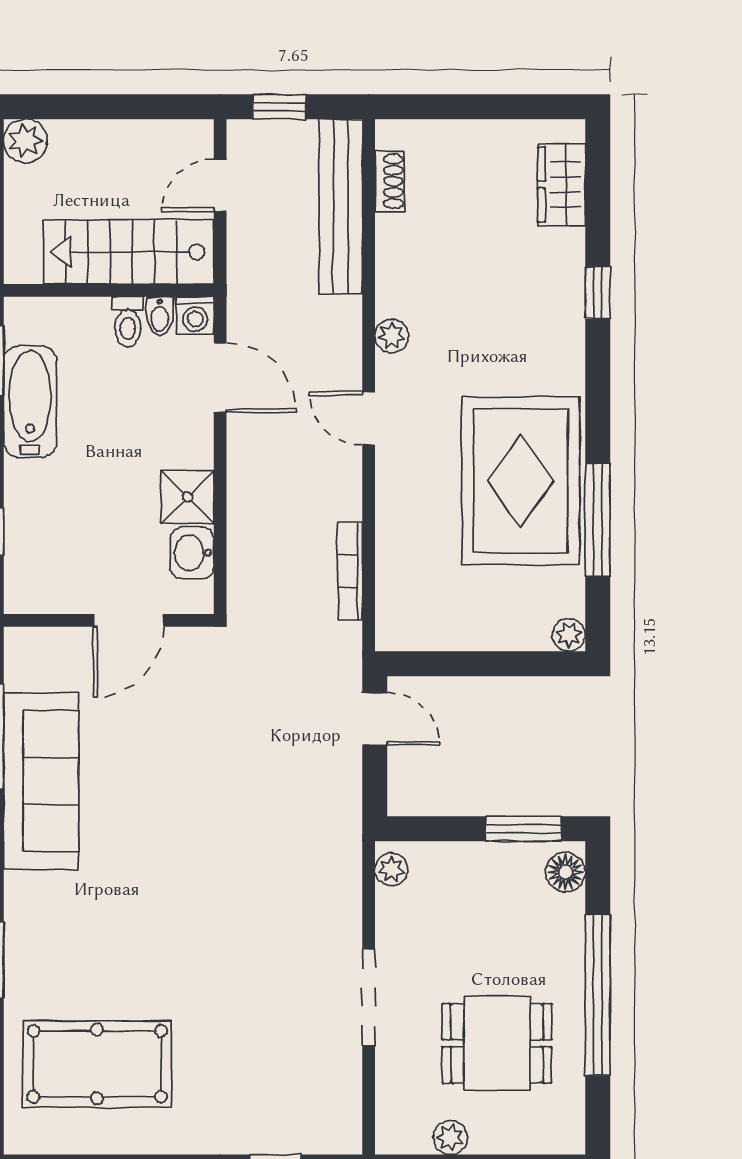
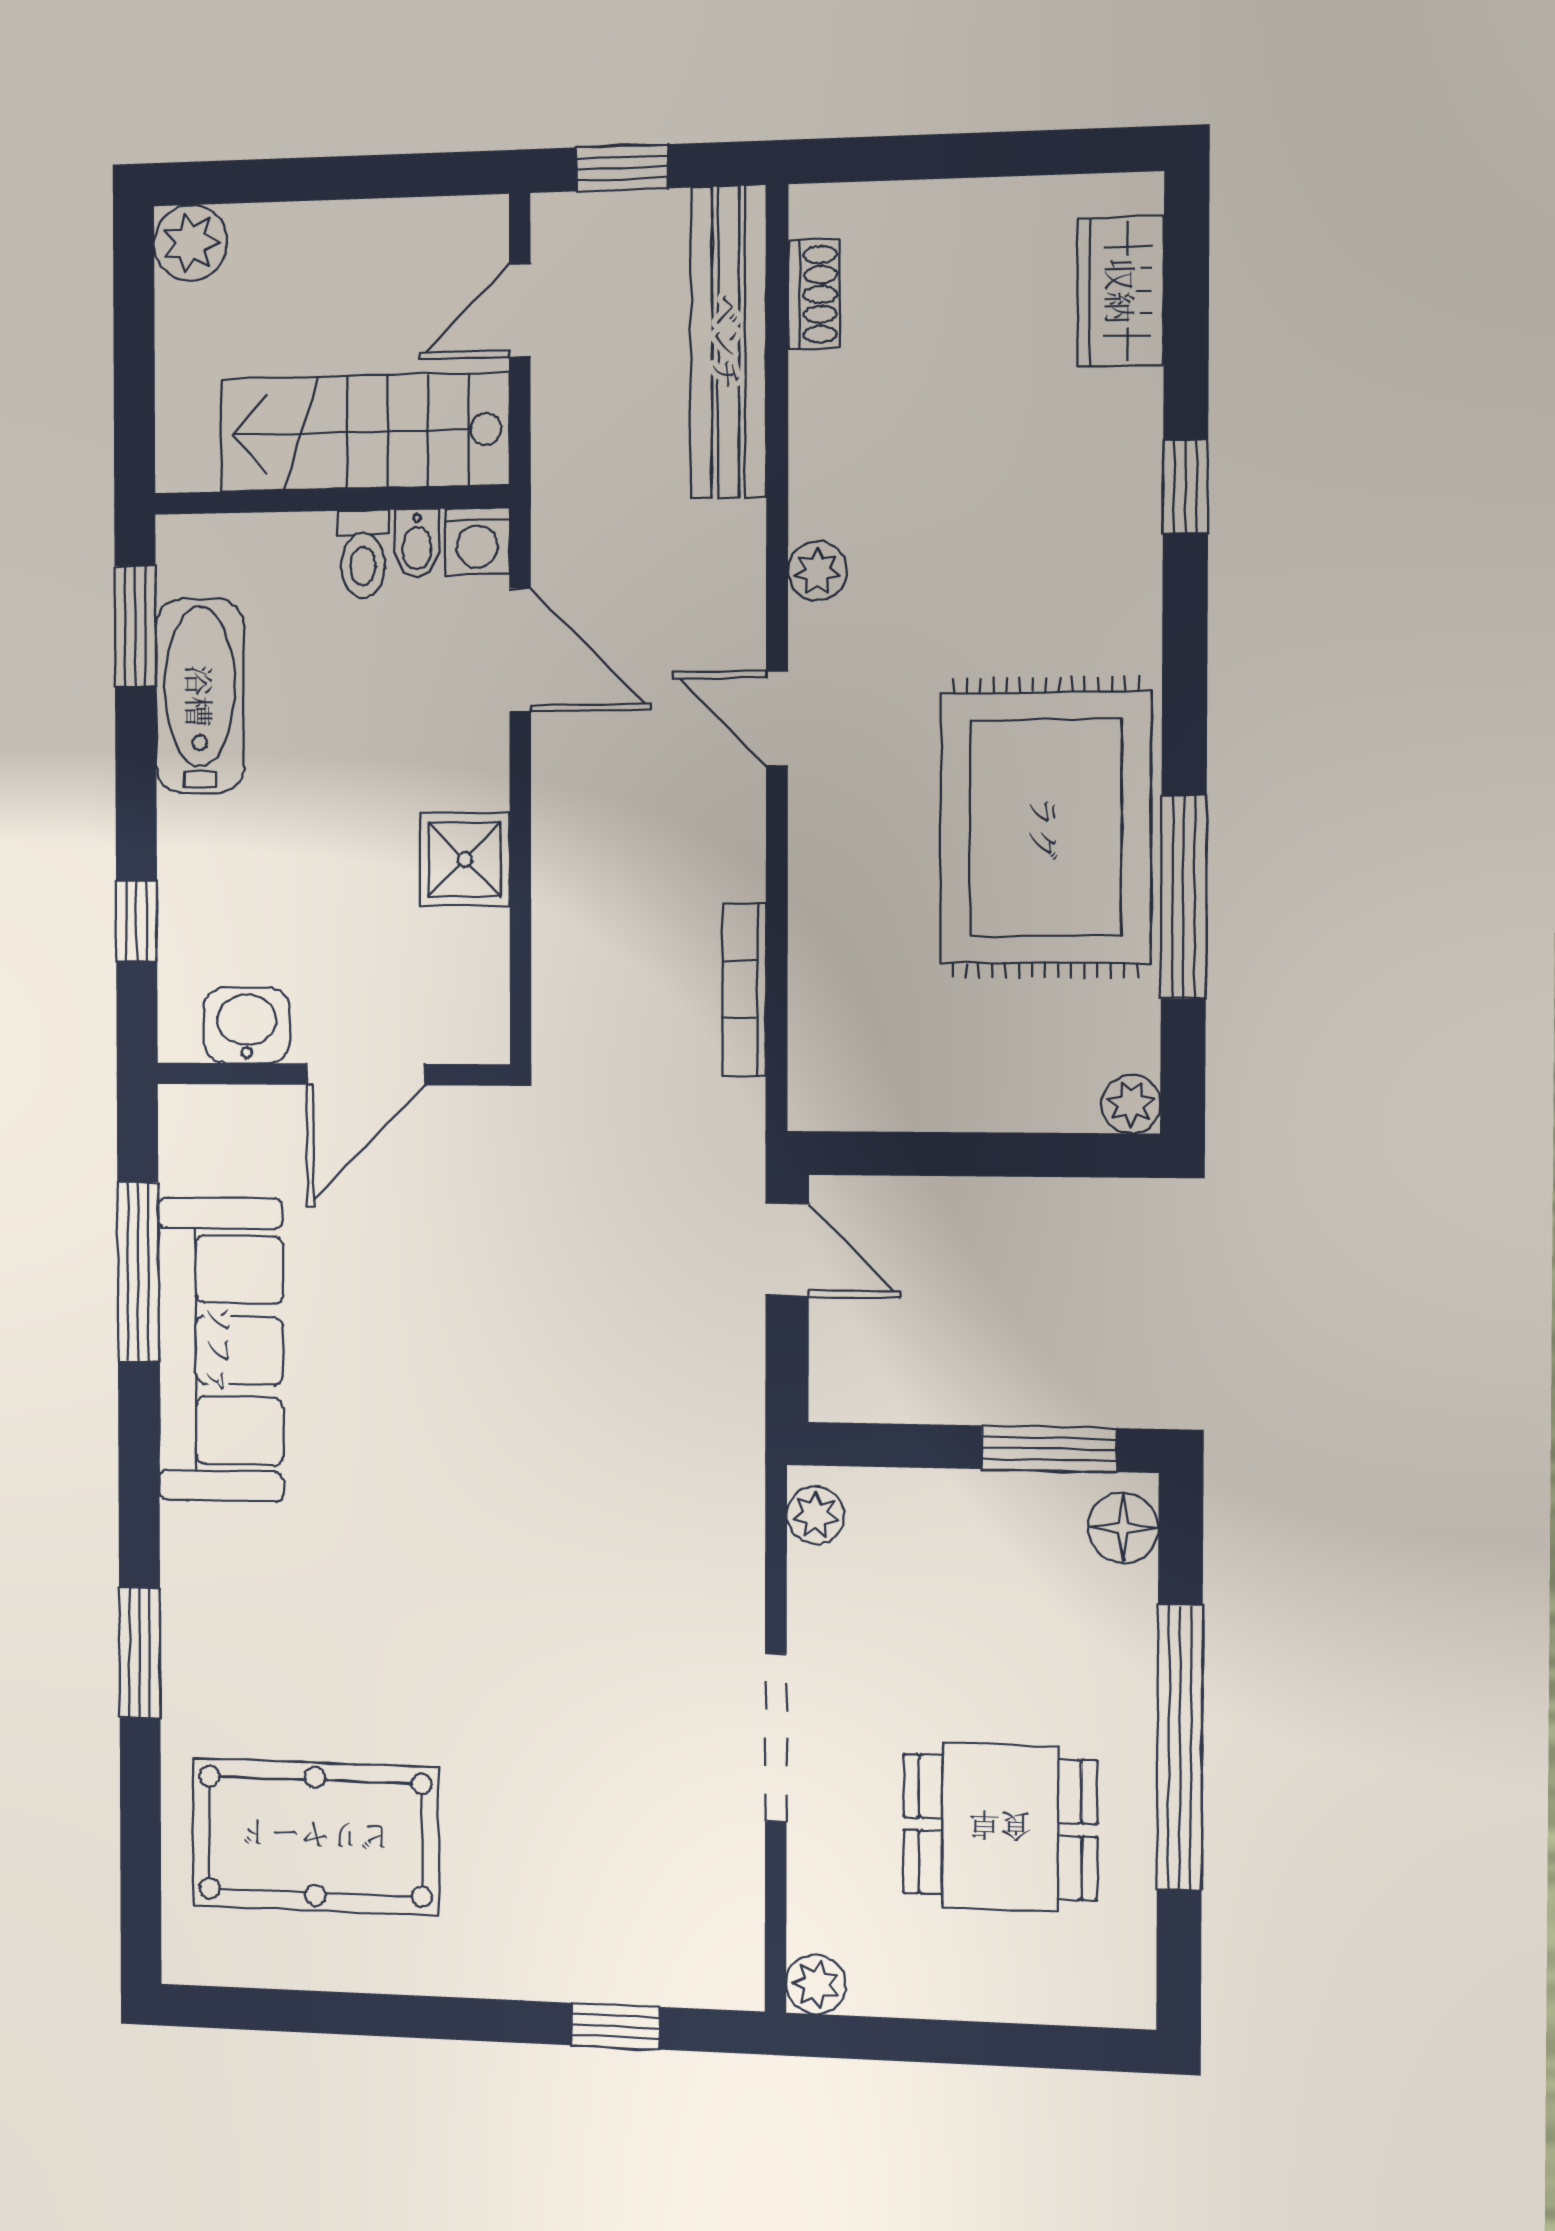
washbasin: (192, 553) -> (247, 1025), moved, turned 90
plant: (450, 1137) -> (816, 1984), moved

